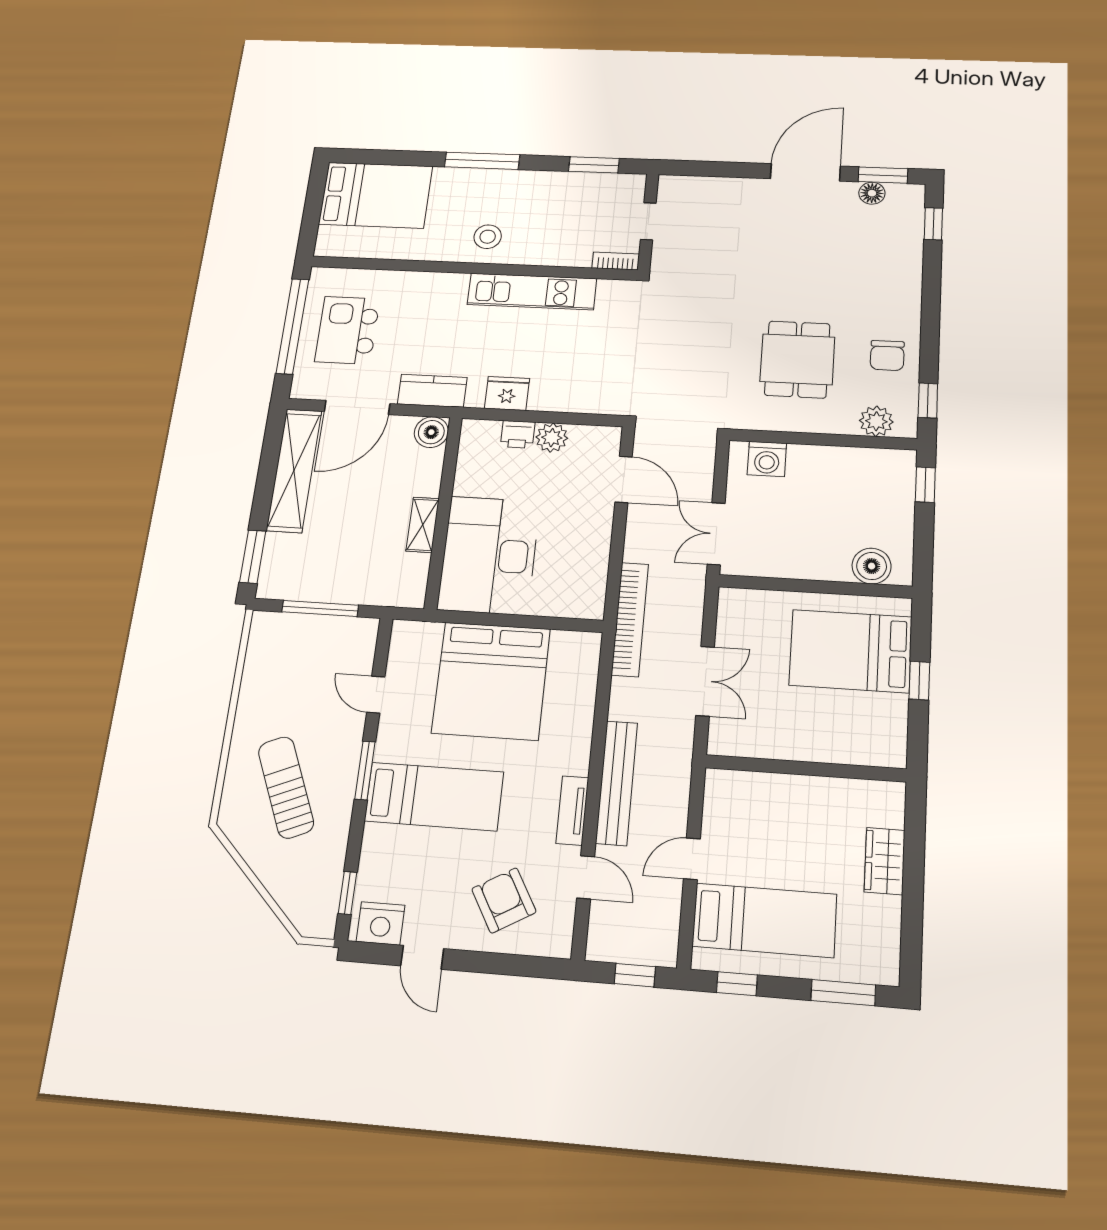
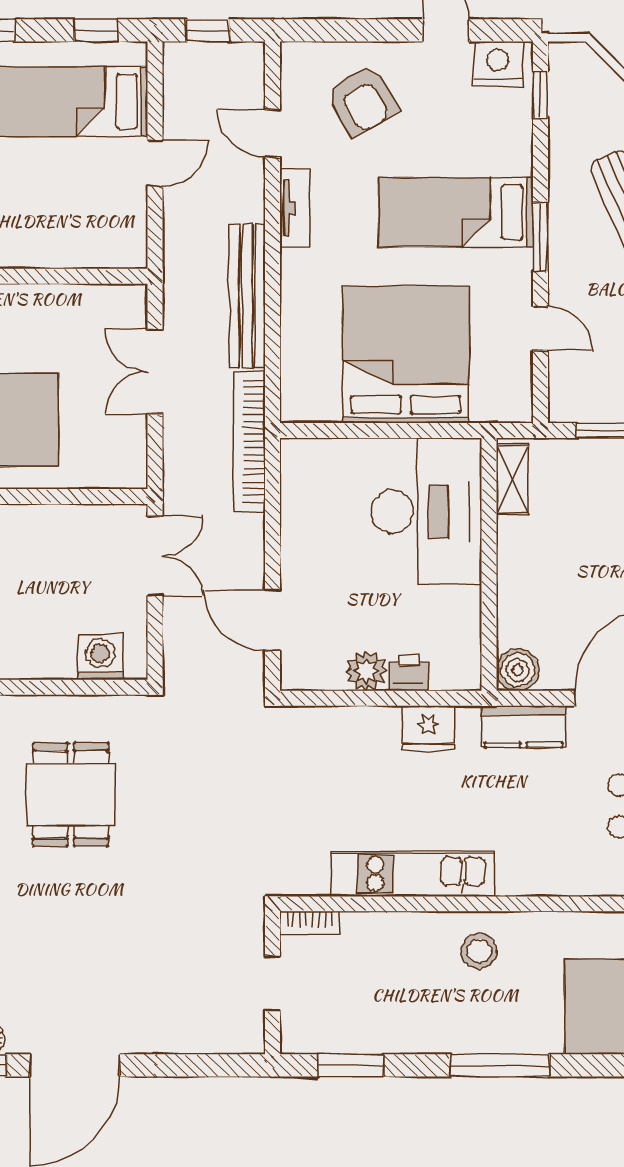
shelving: (423, 525) -> (512, 479), moved
bench: (617, 783) -> (247, 296), moved

